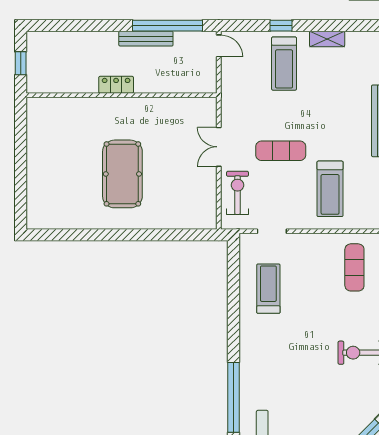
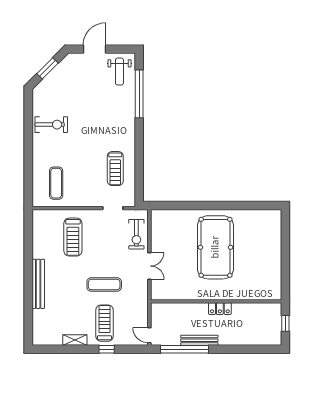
exercise mat: (281, 151) -> (104, 284), moved
pool table: (122, 174) -> (215, 247), width x1.36, depth x1.32
treadmill: (330, 189) -> (73, 237), turned 180

